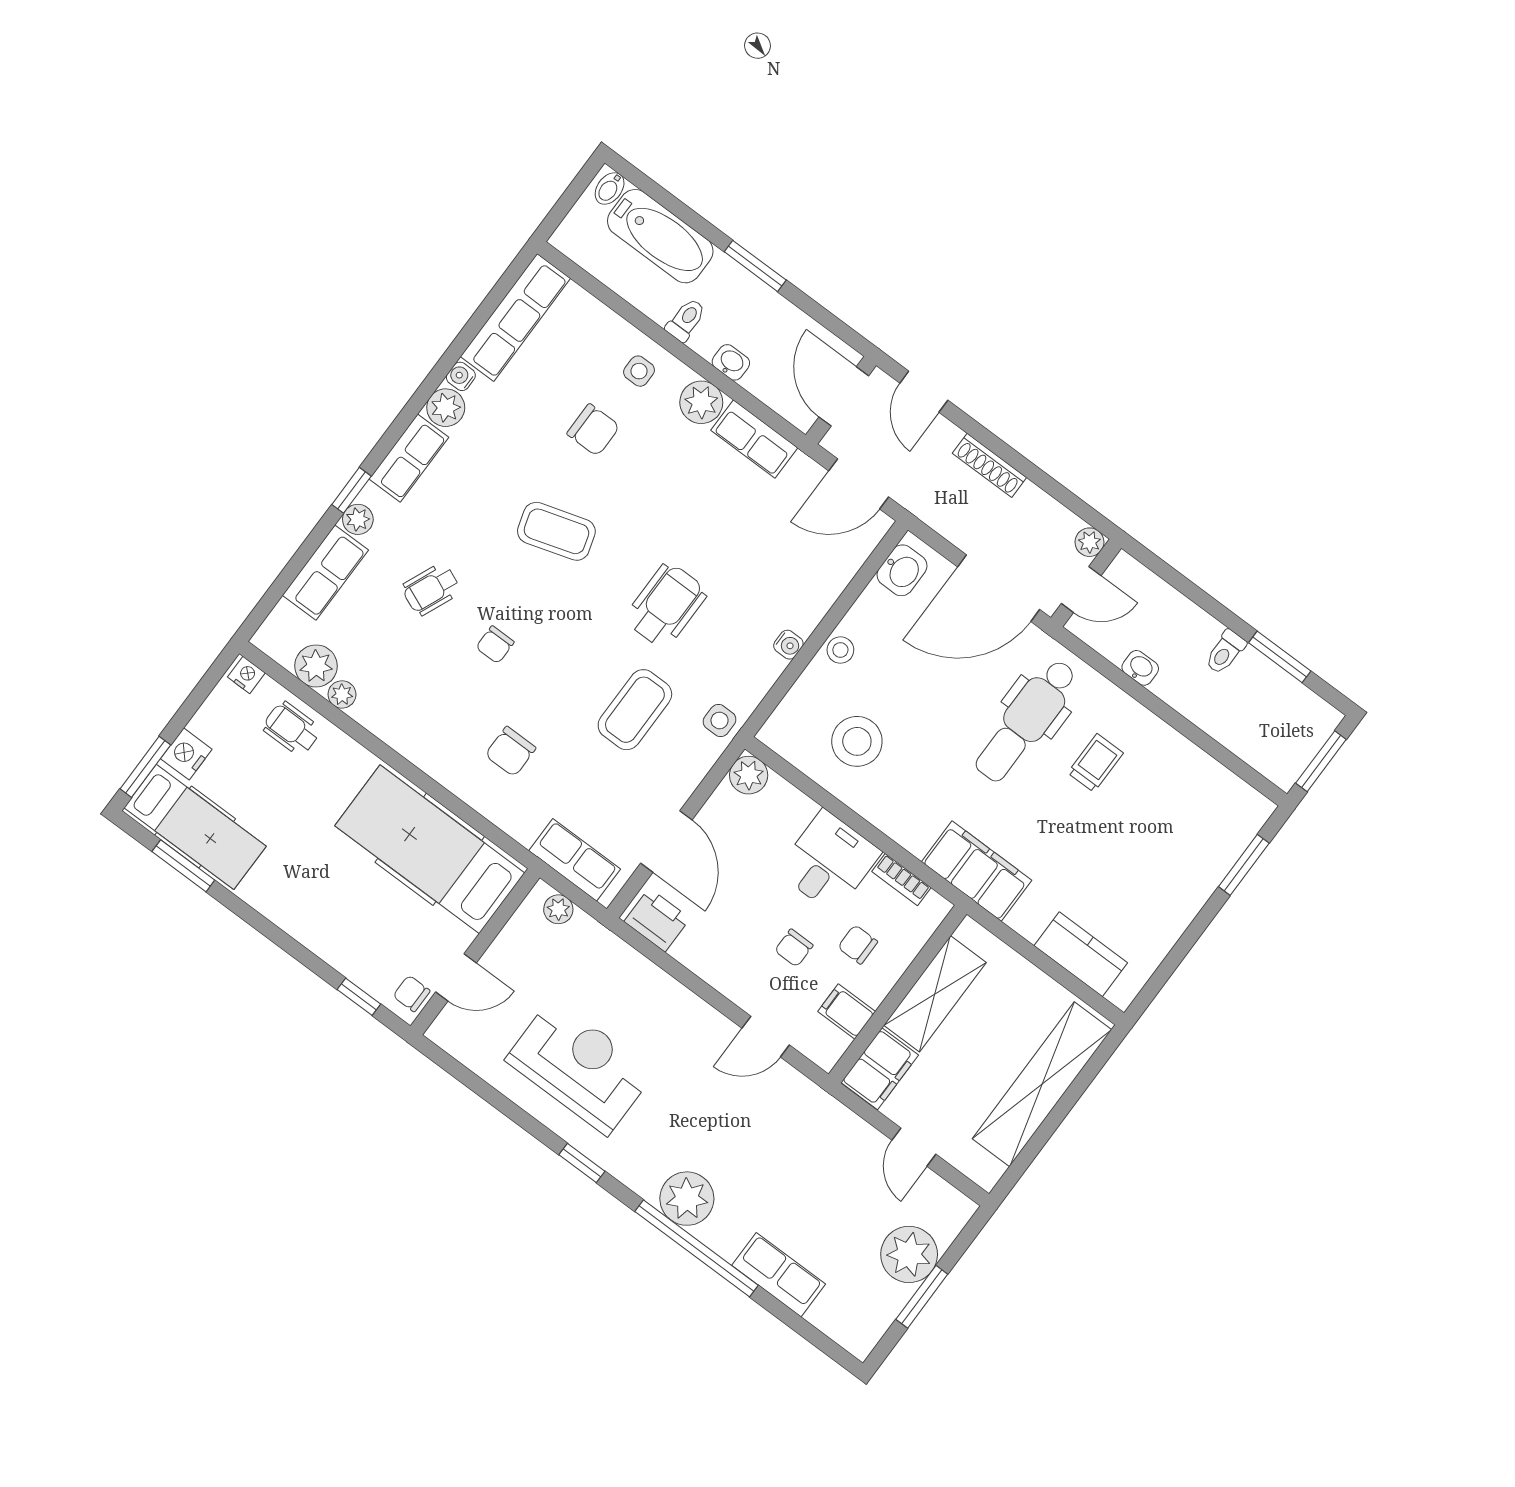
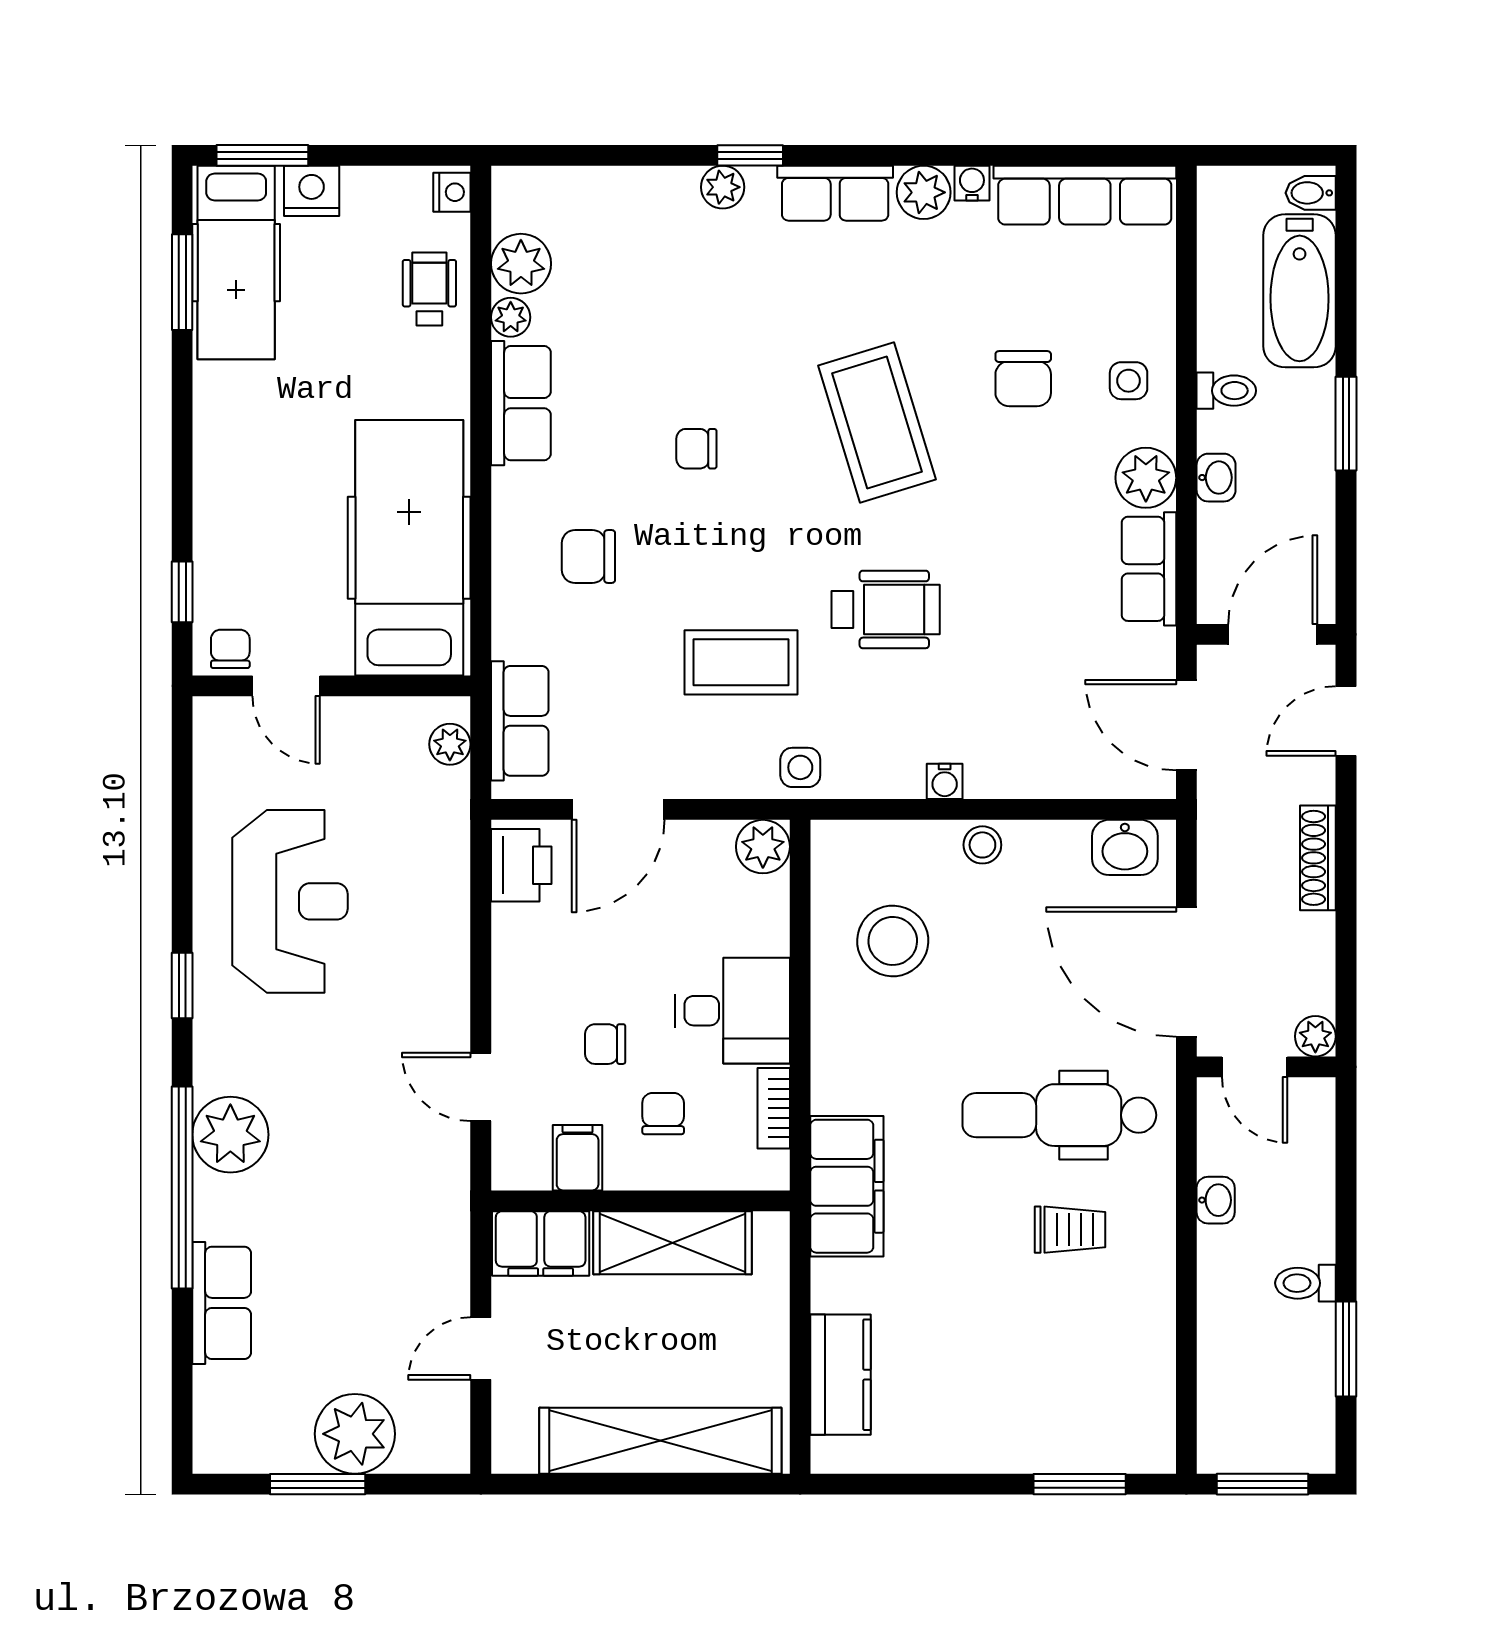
coffee table: (556, 531) -> (877, 423), width x1.36, depth x1.32
row of seats: (325, 573) -> (521, 403), moved, turned -90
wheelchair: (431, 589) -> (705, 329), removed

